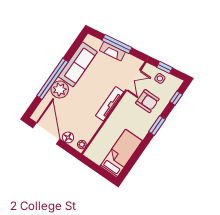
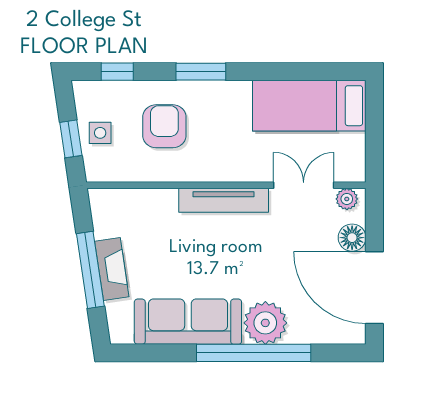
double door: (133, 80) -> (304, 185), moved
door: (46, 133) -> (374, 288), hinge flipped

